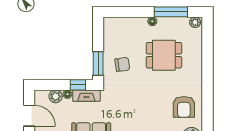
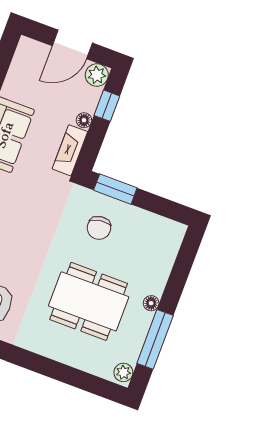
dining table: (164, 55) -> (89, 301), width x1.38
window: (78, 85) -> (107, 106), moved
plant: (56, 96) -> (97, 75), moved

